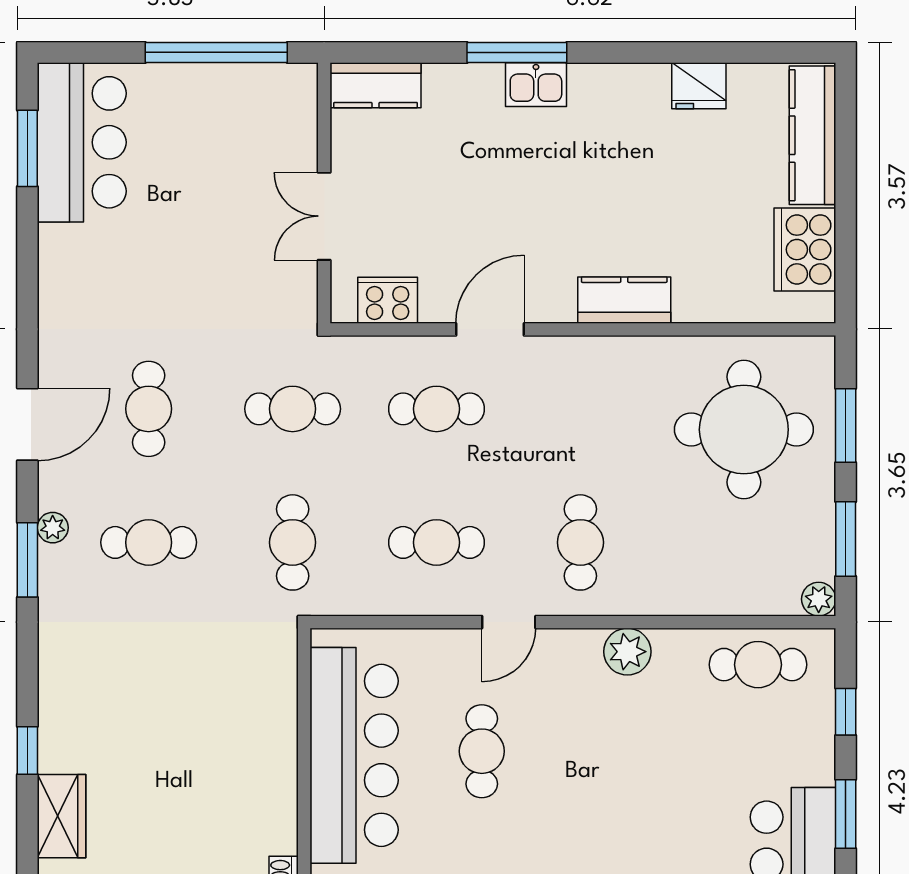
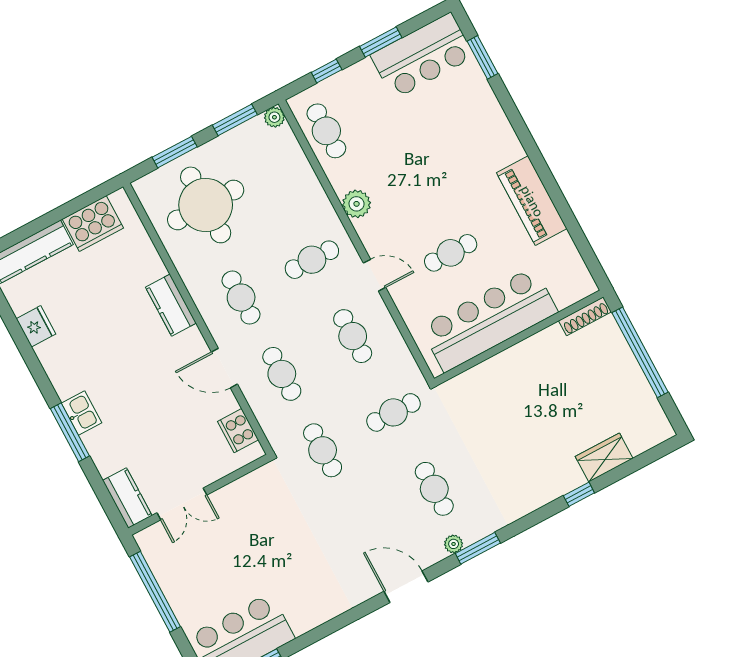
double door: (324, 216) -> (182, 504), moved
cafe table: (149, 409) -> (241, 298), moved, turned 90

